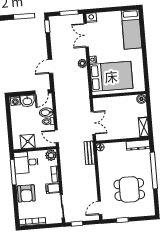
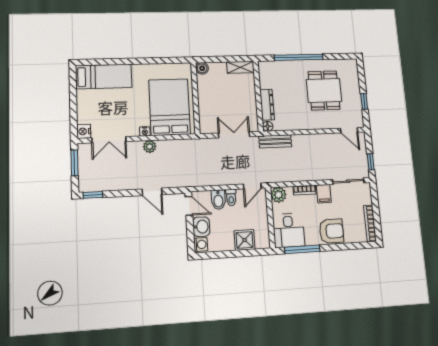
shower: (28, 141) -> (245, 240), moved
dresser: (138, 145) -> (267, 105), moved

